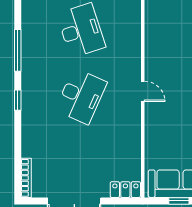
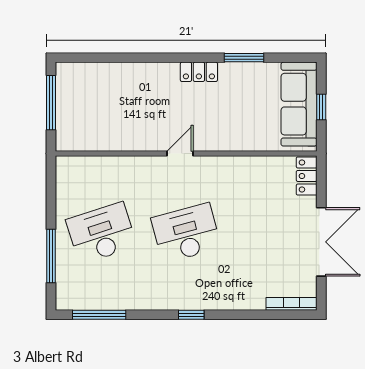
window: (18, 50) -> (99, 315), moved
desk: (81, 96) -> (186, 233), turned -39

